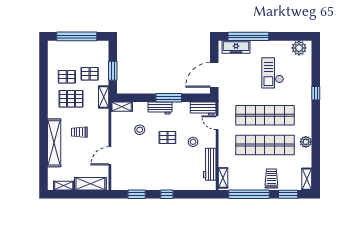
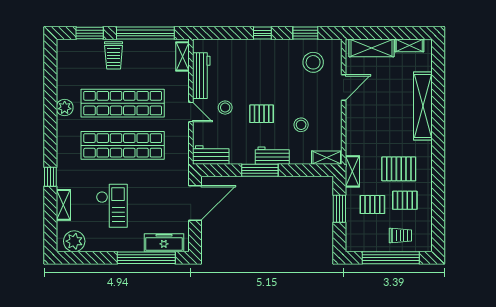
door: (217, 123) -> (191, 112), moved
trolley: (79, 132) -> (400, 236), moved
stool: (131, 174) -> (313, 62), added
shelving: (307, 179) -> (63, 205), moved

